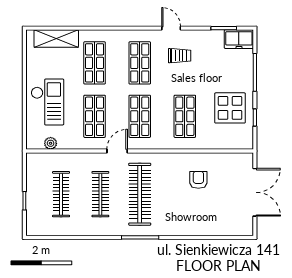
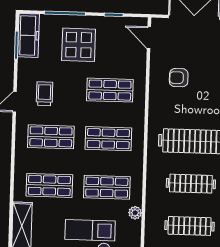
freezer: (239, 39) -> (28, 35), width x1.40
display table: (230, 108) -> (79, 45), moved
plant: (51, 143) -> (135, 213), moved
door: (117, 151) -> (149, 38), moved

